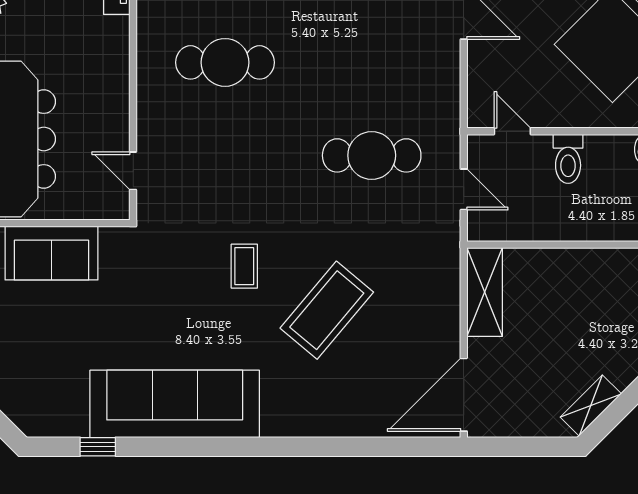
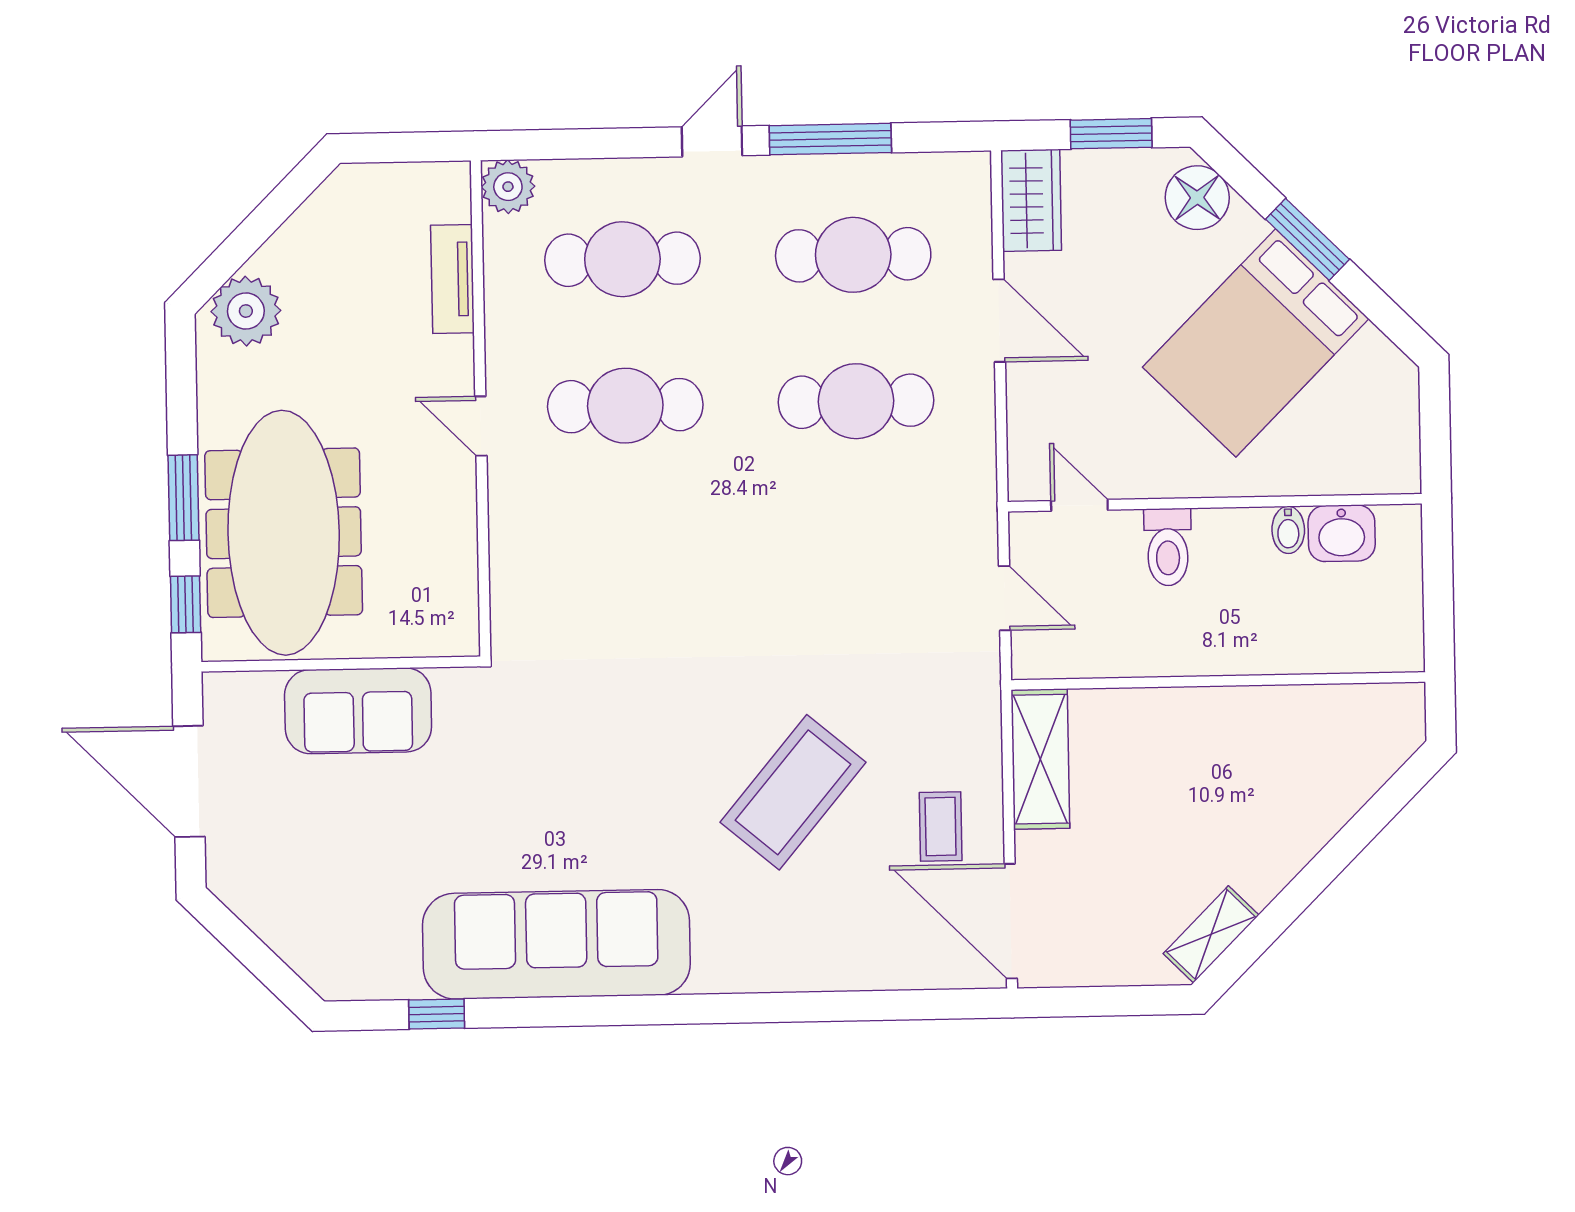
cafe table: (372, 155) -> (856, 401), moved
door: (133, 171) -> (481, 426), moved
coffee table: (244, 266) -> (941, 826), moved
door: (464, 395) -> (1011, 921), hinge flipped

